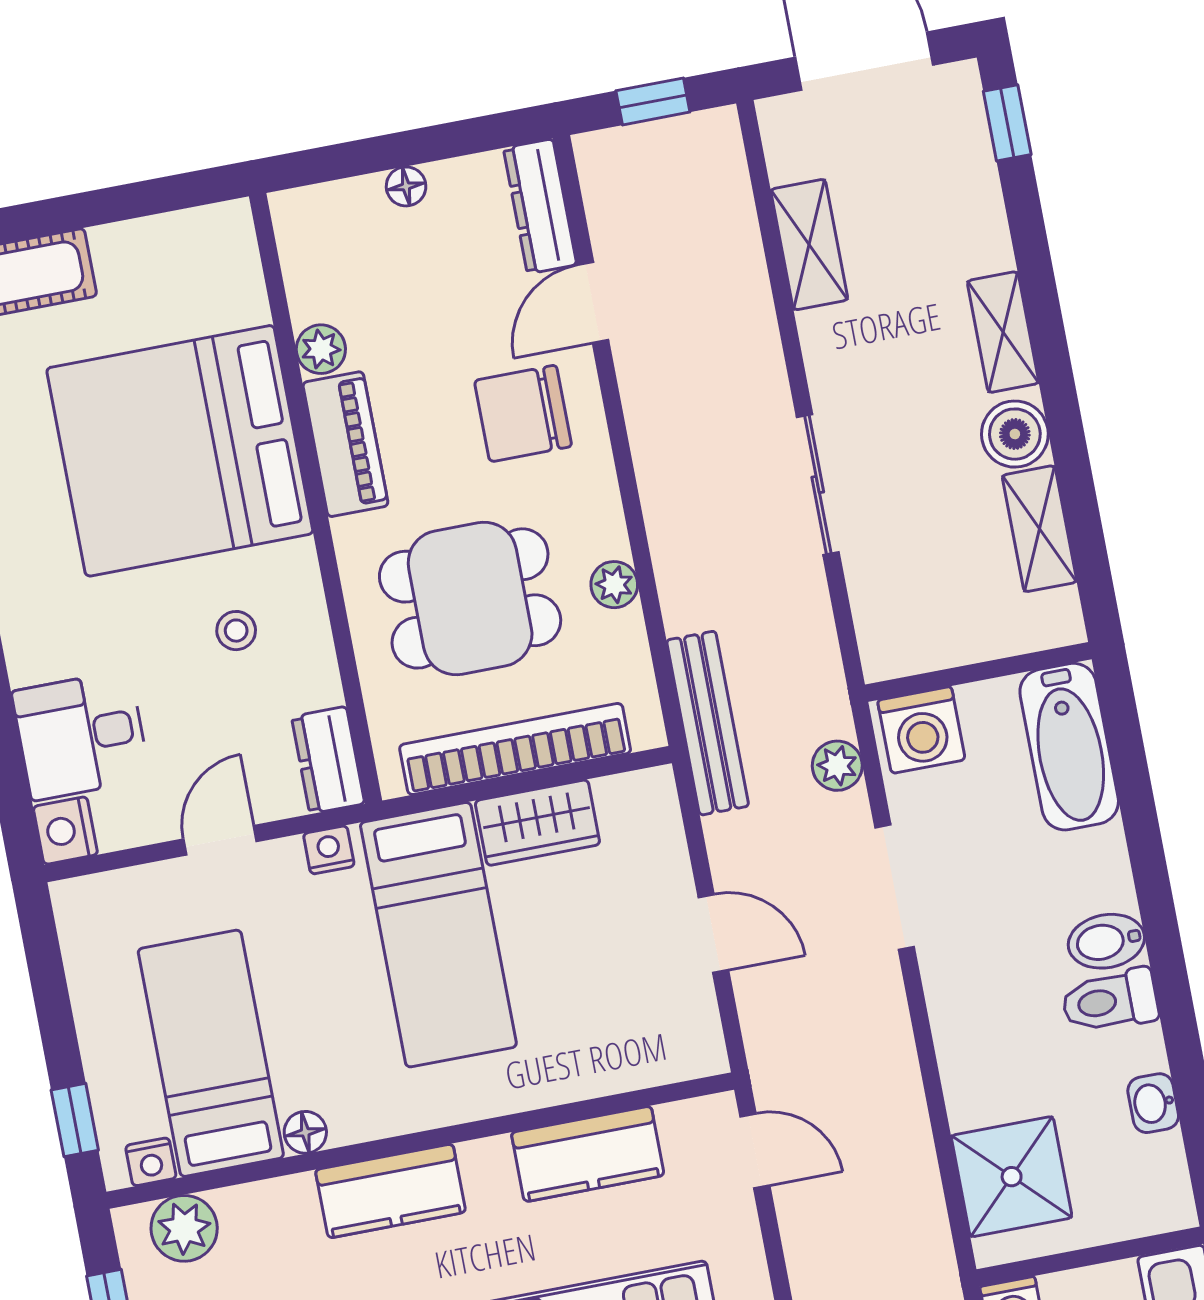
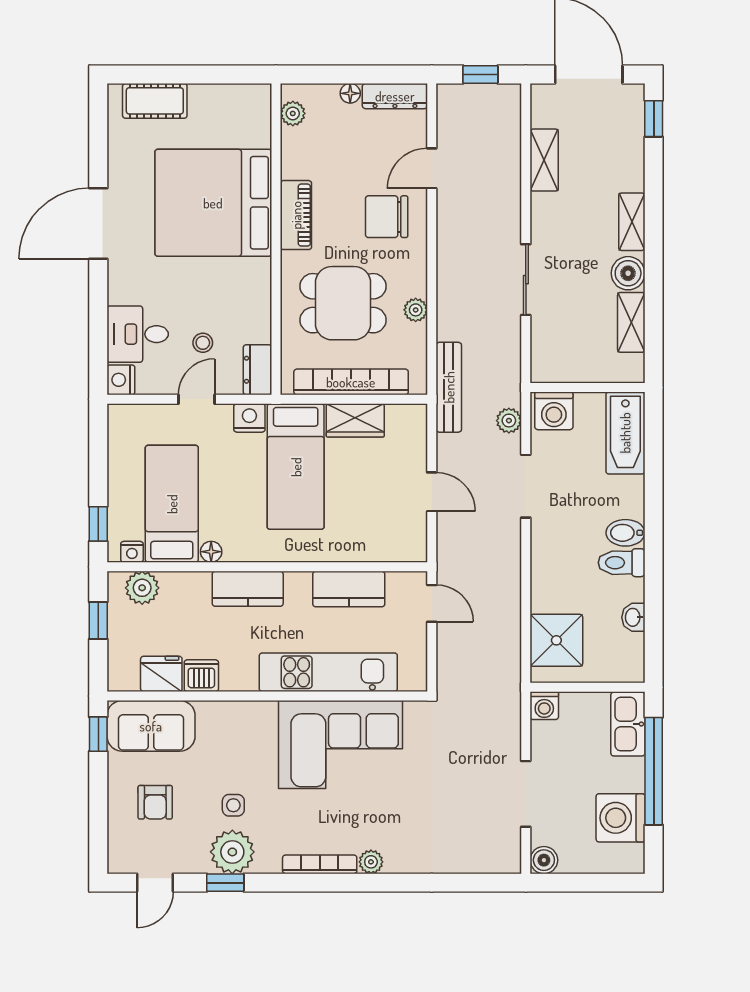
dresser: (540, 206) -> (395, 96), moved, turned -90
plant: (321, 349) -> (293, 113), moved
stool: (236, 631) -> (203, 343), moved
nightstand: (329, 850) -> (249, 418), width x1.39, depth x1.35

